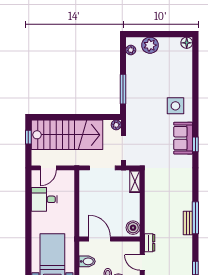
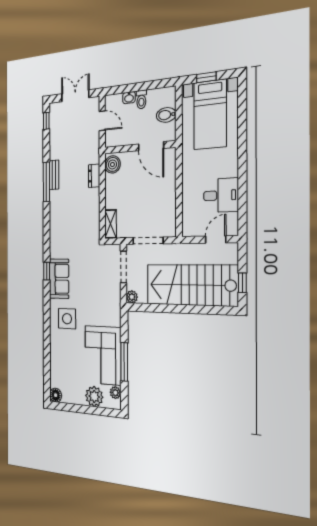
corner sofa: (142, 78) -> (103, 355), added
window: (123, 89) -> (124, 362), moved
dresser: (150, 243) -> (94, 176), moved

